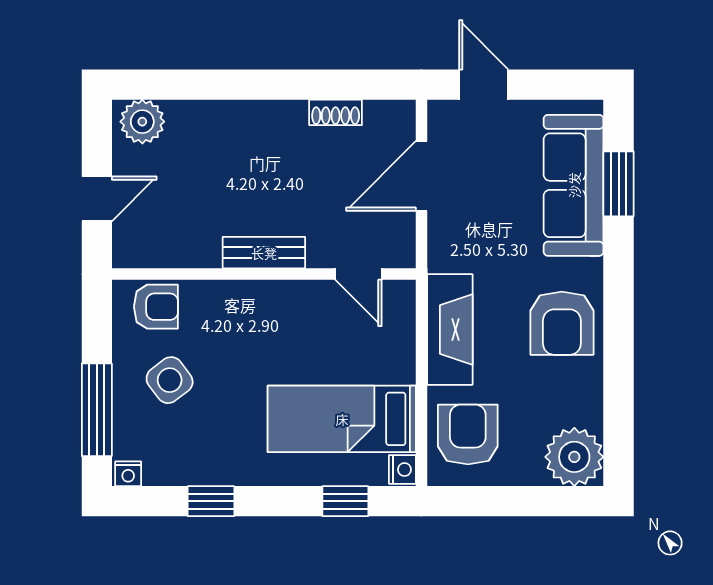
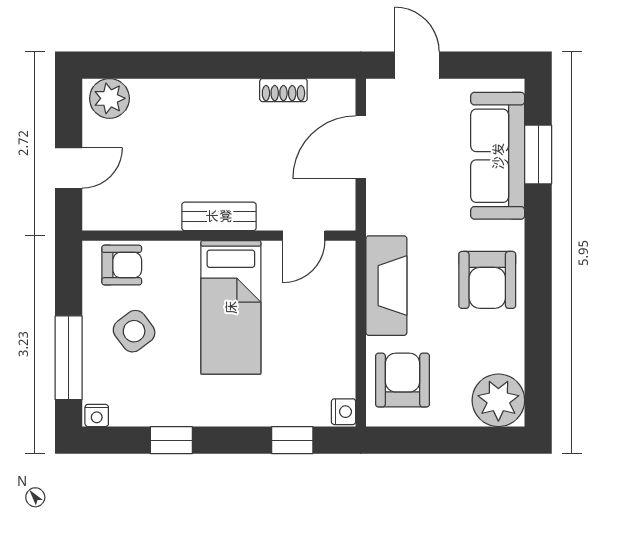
door: (358, 274) -> (304, 236), hinge flipped
bed: (342, 419) -> (231, 307), moved, turned -90

